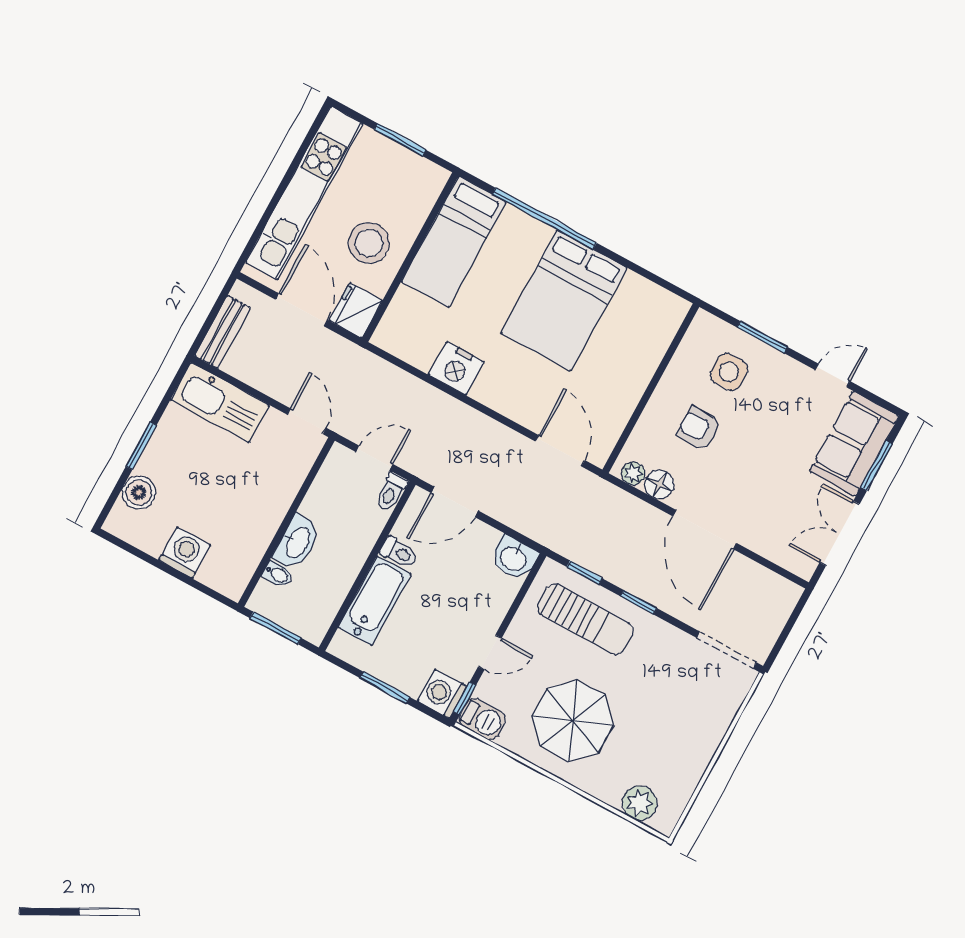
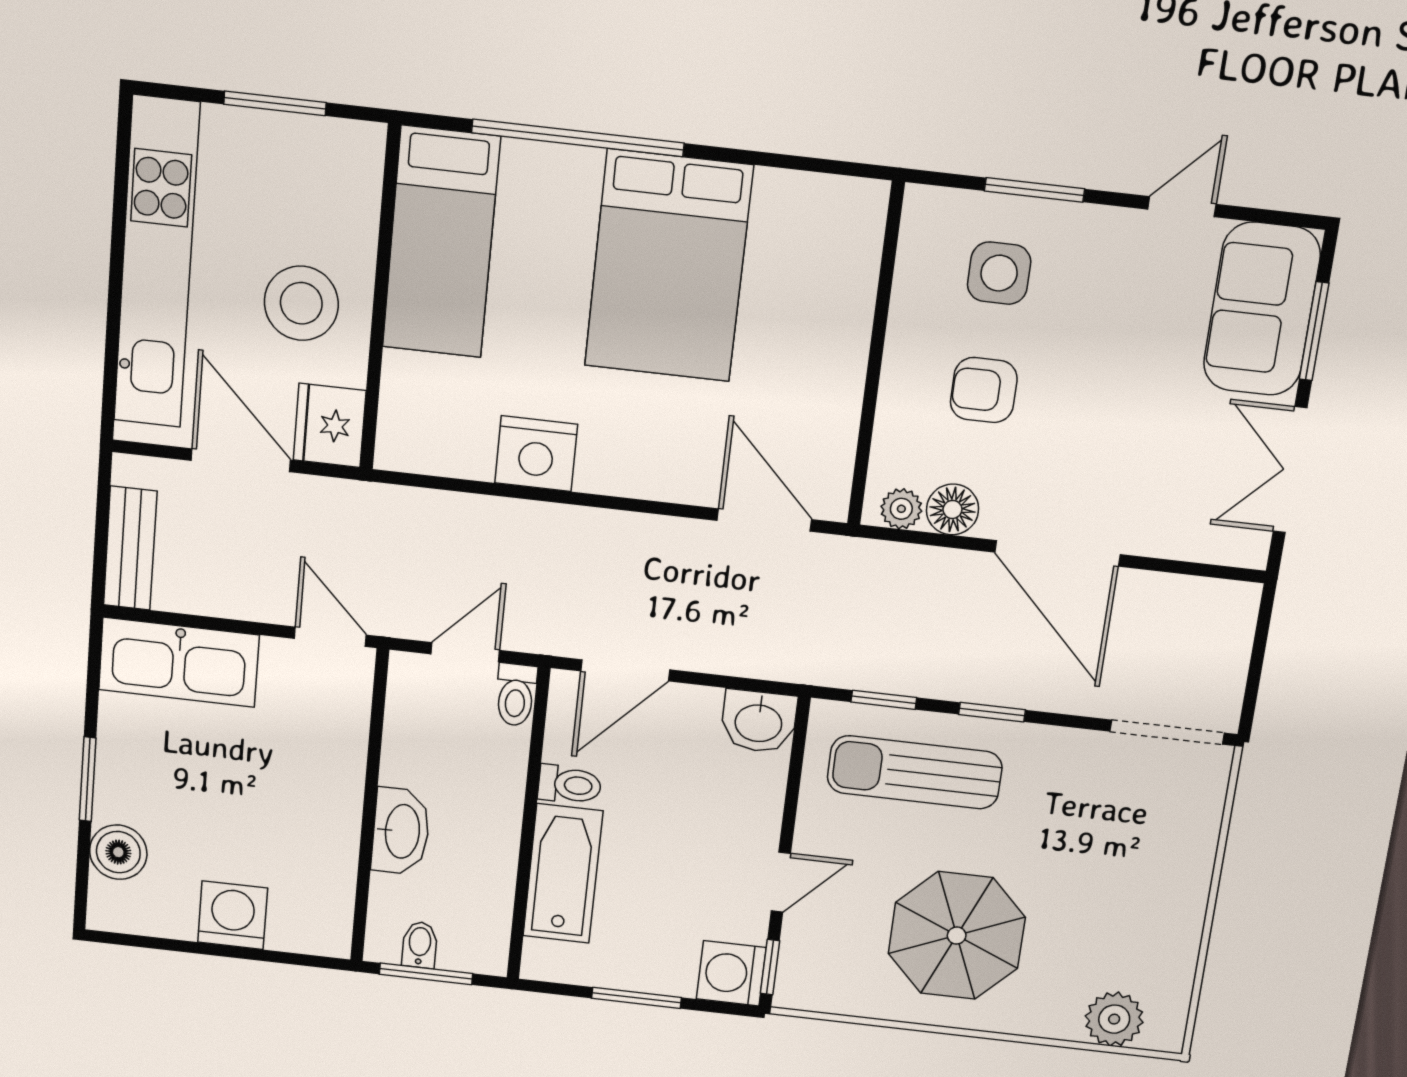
bidet: (278, 574) -> (420, 945), moved, turned -90
sun lounger: (585, 619) -> (915, 772), turned 180
barbecue: (482, 719) -> (811, 987), removed

